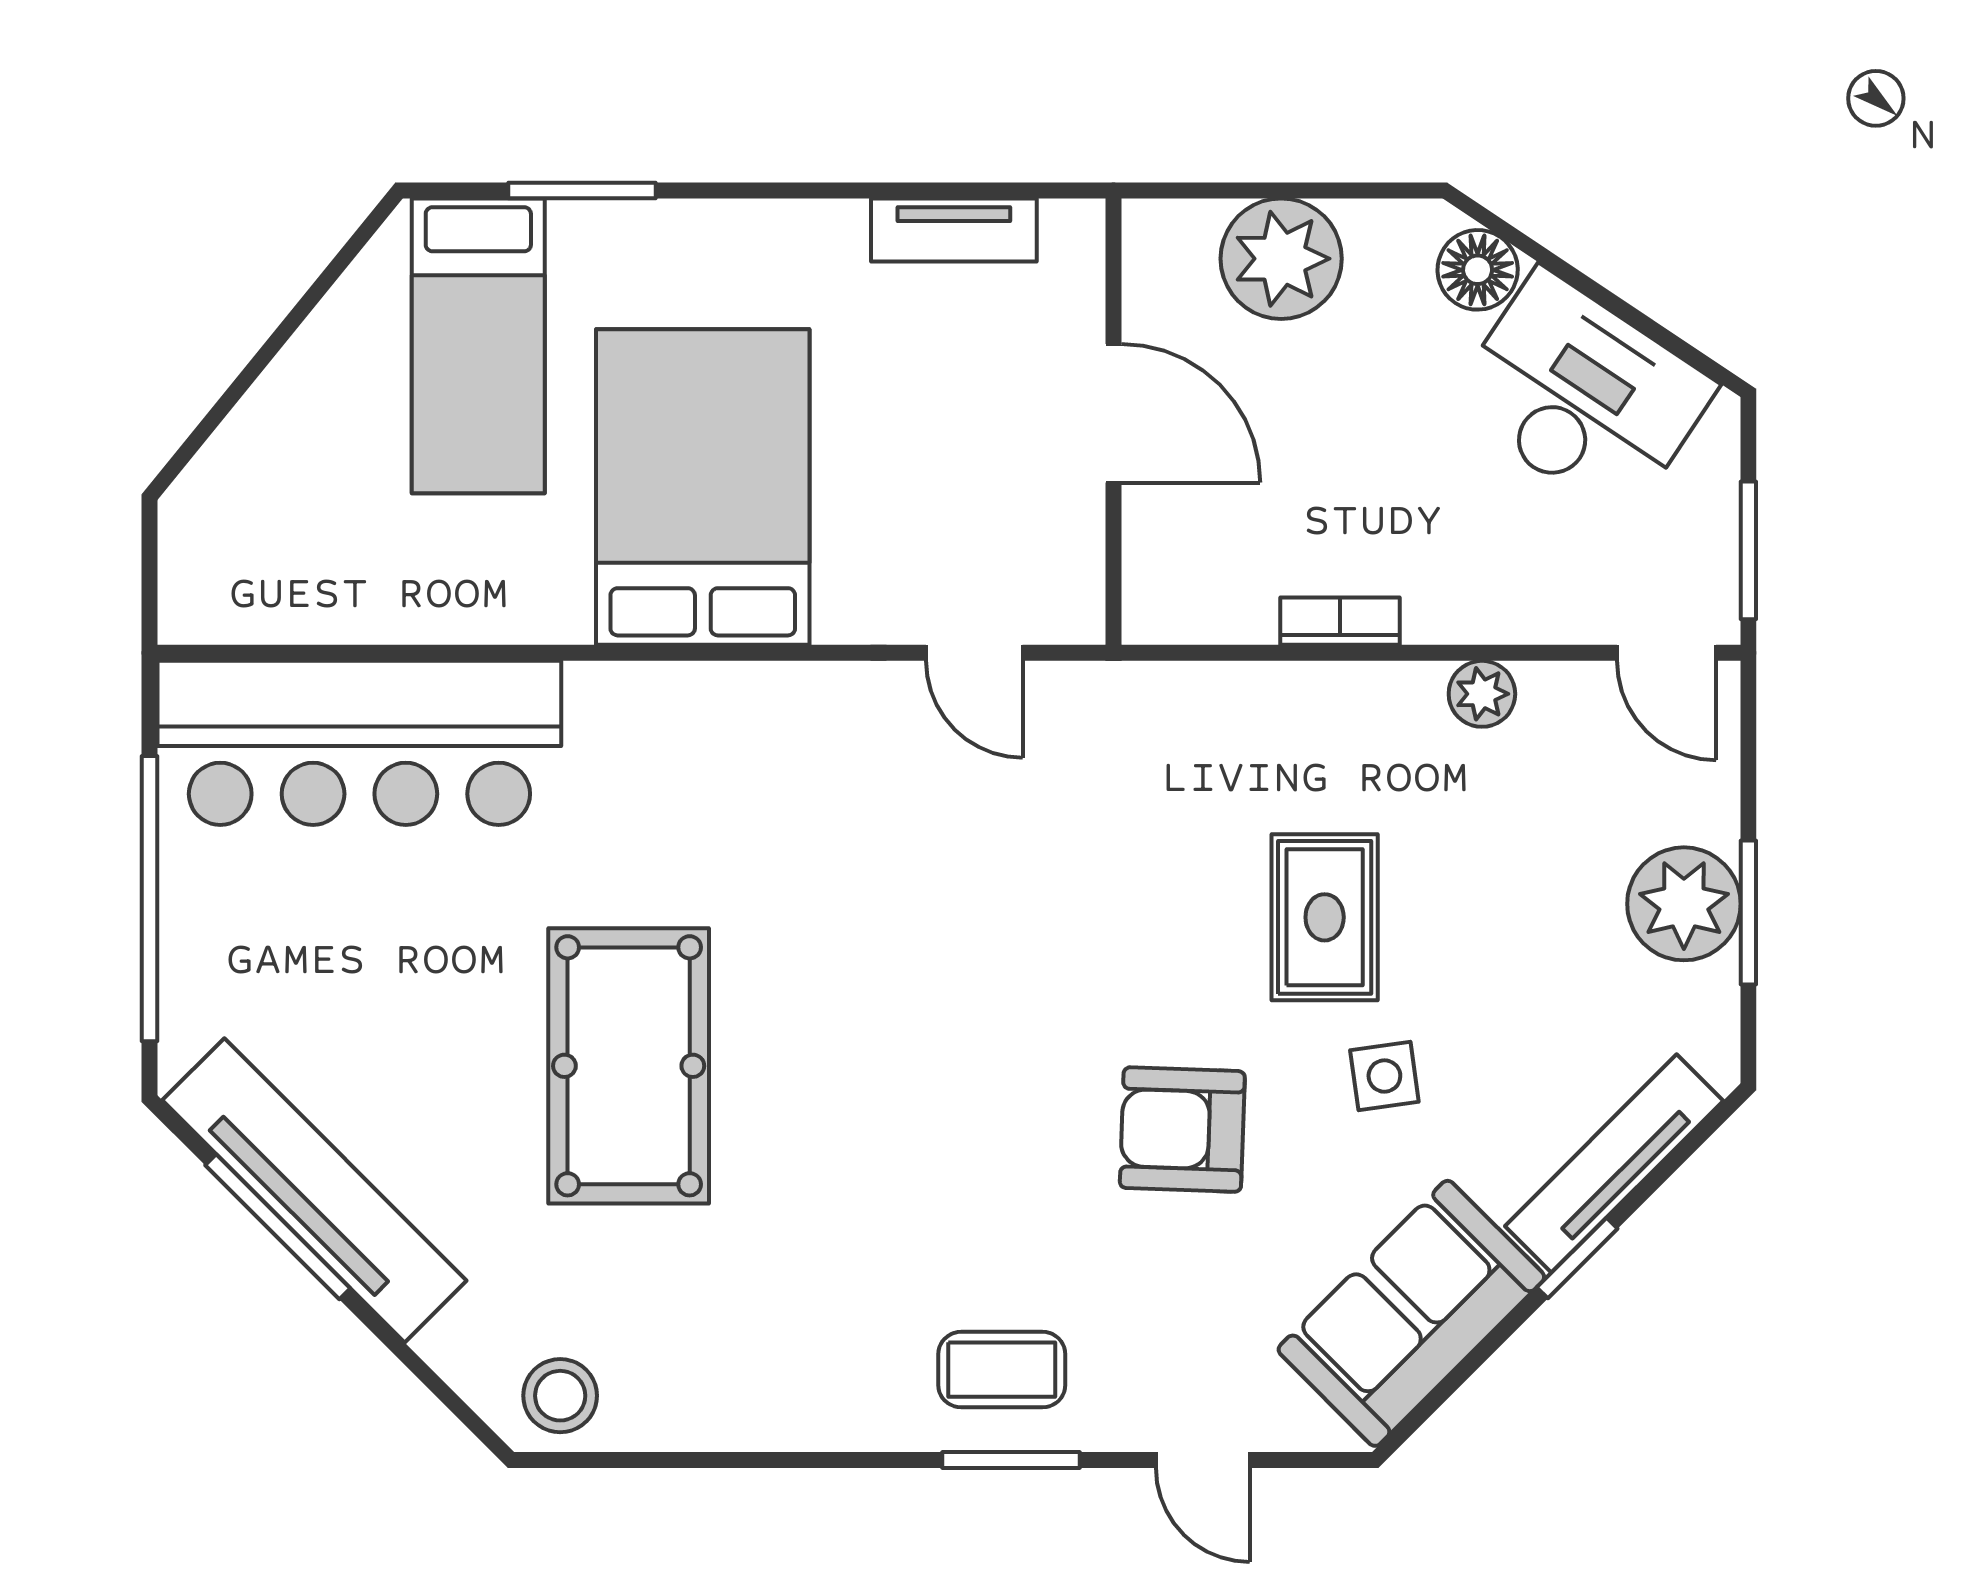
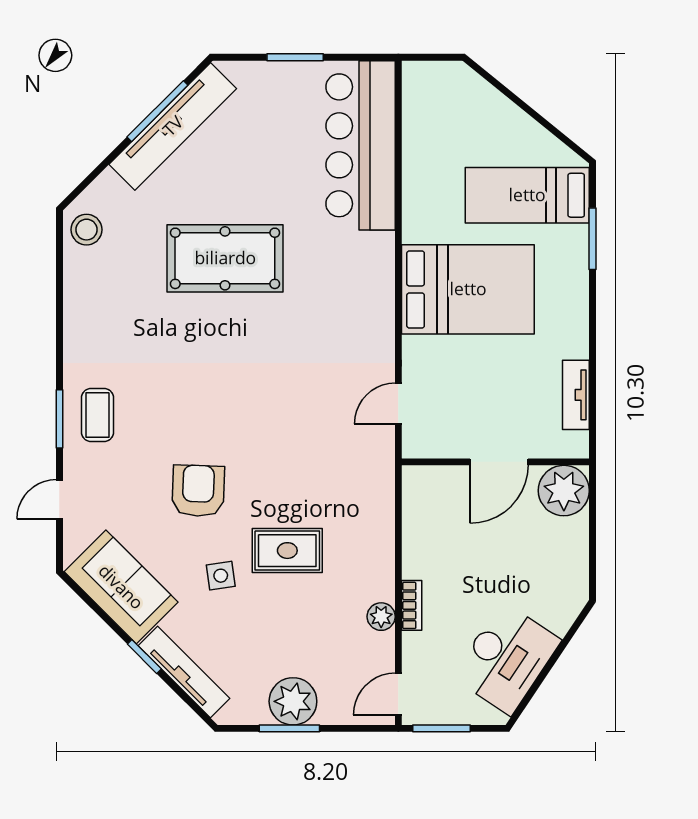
plant: (1281, 259) -> (564, 491), moved
floor lamp: (1478, 270) -> (559, 615), removed
bookcase: (1340, 621) -> (412, 605), moved
window: (150, 899) -> (295, 57), width x0.47

